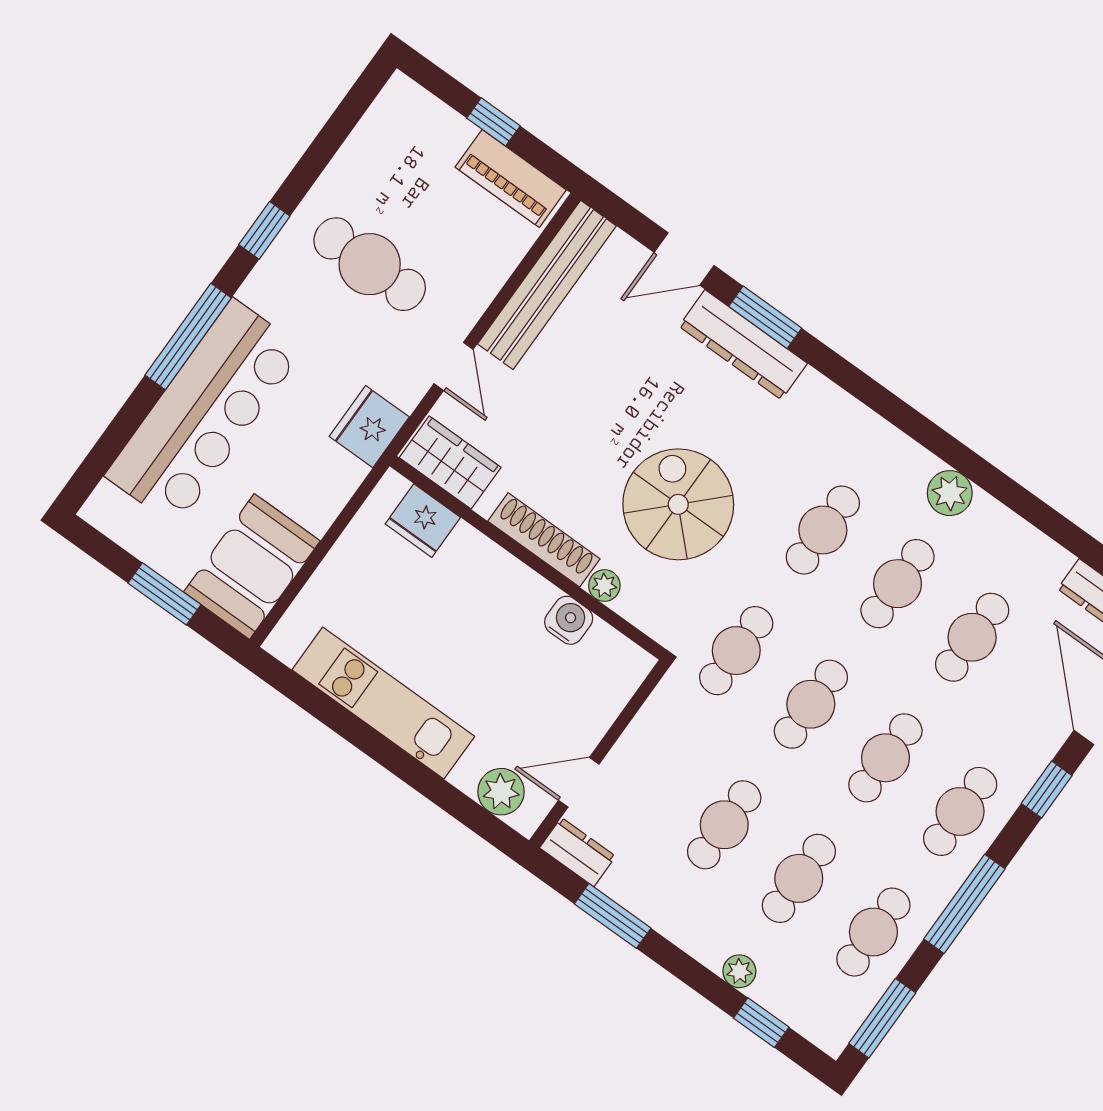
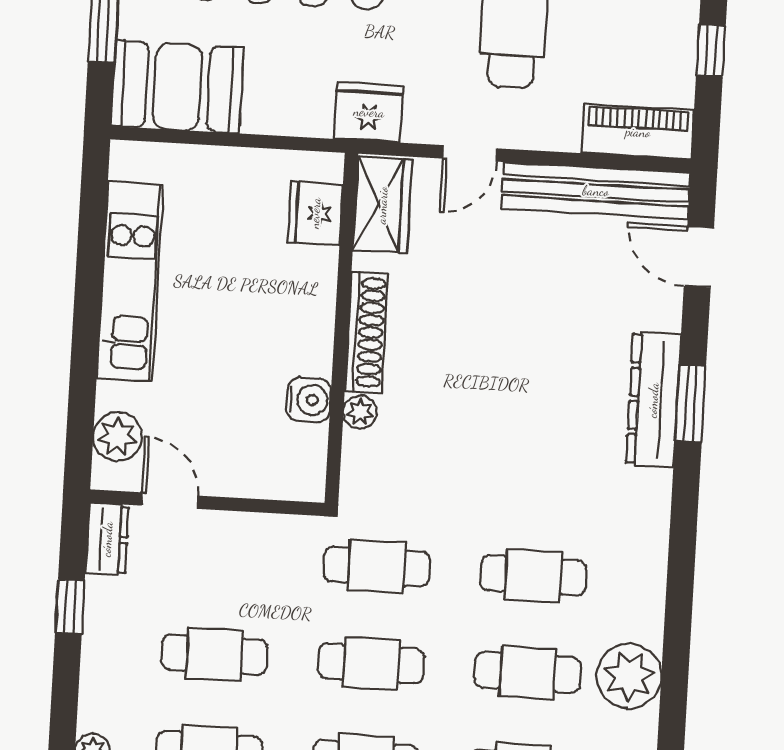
piano: (511, 178) -> (638, 132), moved, turned 90
door: (684, 259) -> (699, 257), moved
plant: (950, 493) -> (629, 676), width x1.36, depth x1.36
spiral stairs: (678, 504) -> (474, 432), removed
window: (613, 916) -> (70, 607), width x0.67

